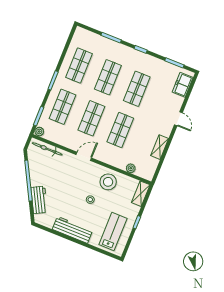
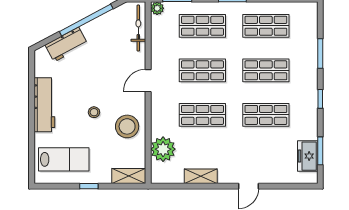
freezer: (183, 85) -> (308, 156), moved, turned -90
door: (84, 156) -> (148, 81), swing flipped
plant: (131, 168) -> (163, 149), width x1.87, depth x1.87

